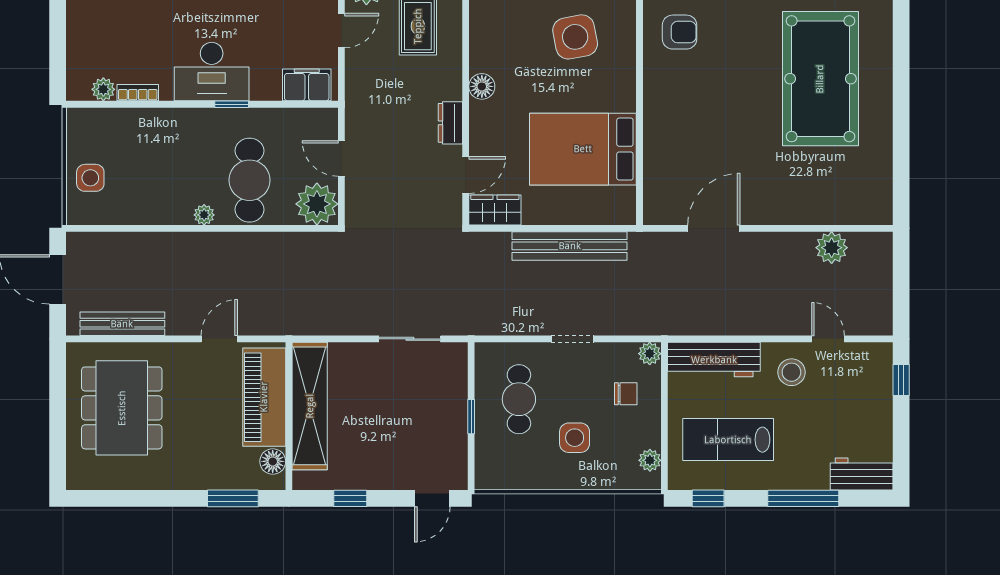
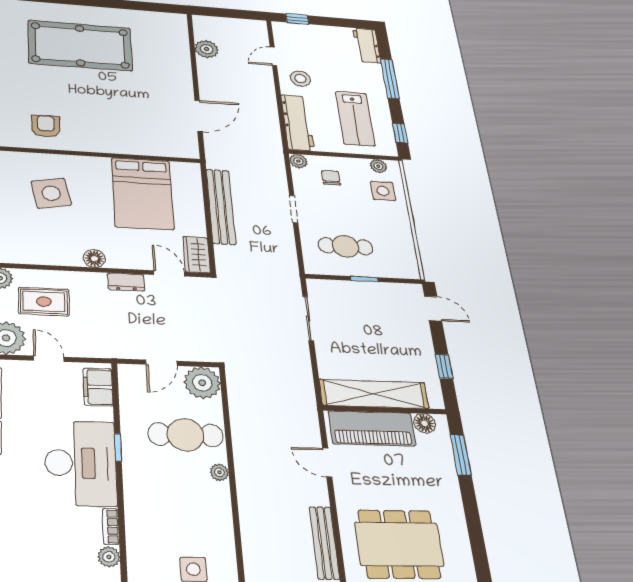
desk: (212, 72) -> (81, 463), width x1.36, depth x1.30
door: (714, 228) -> (199, 116), swing flipped
side table: (575, 438) -> (383, 191), moved

